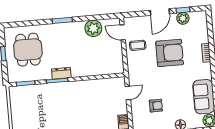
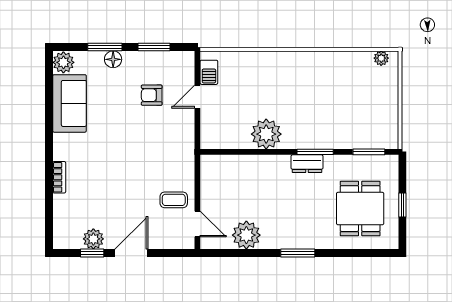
armchair: (170, 53) -> (121, 182), removed
plant: (87, 89) -> (266, 134), added
door: (128, 93) -> (197, 97), moved

